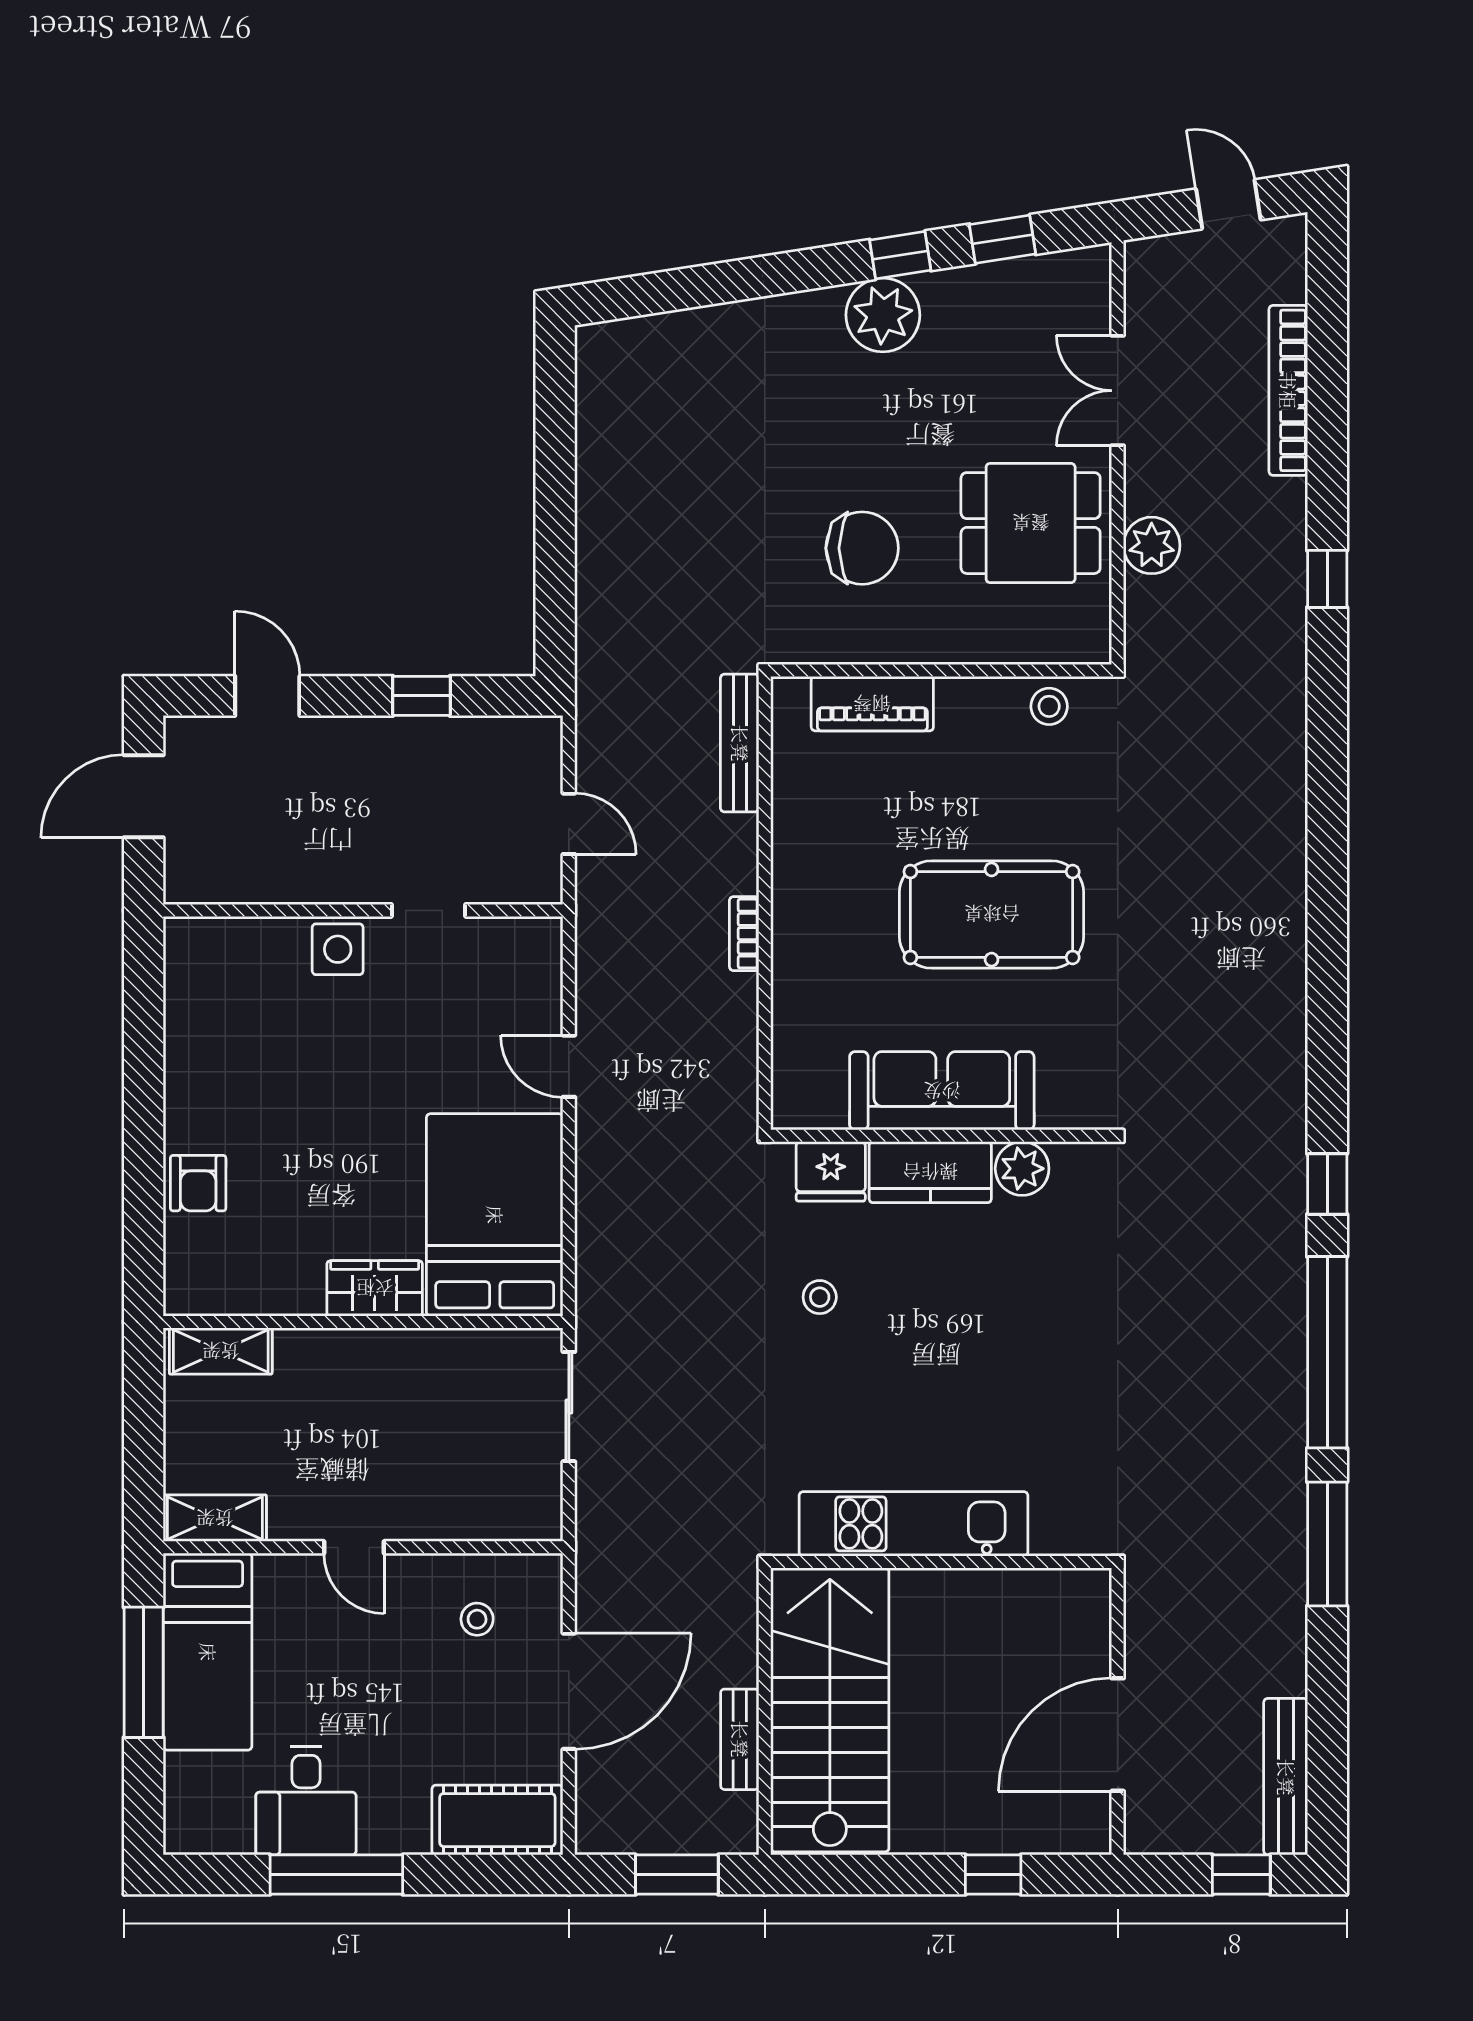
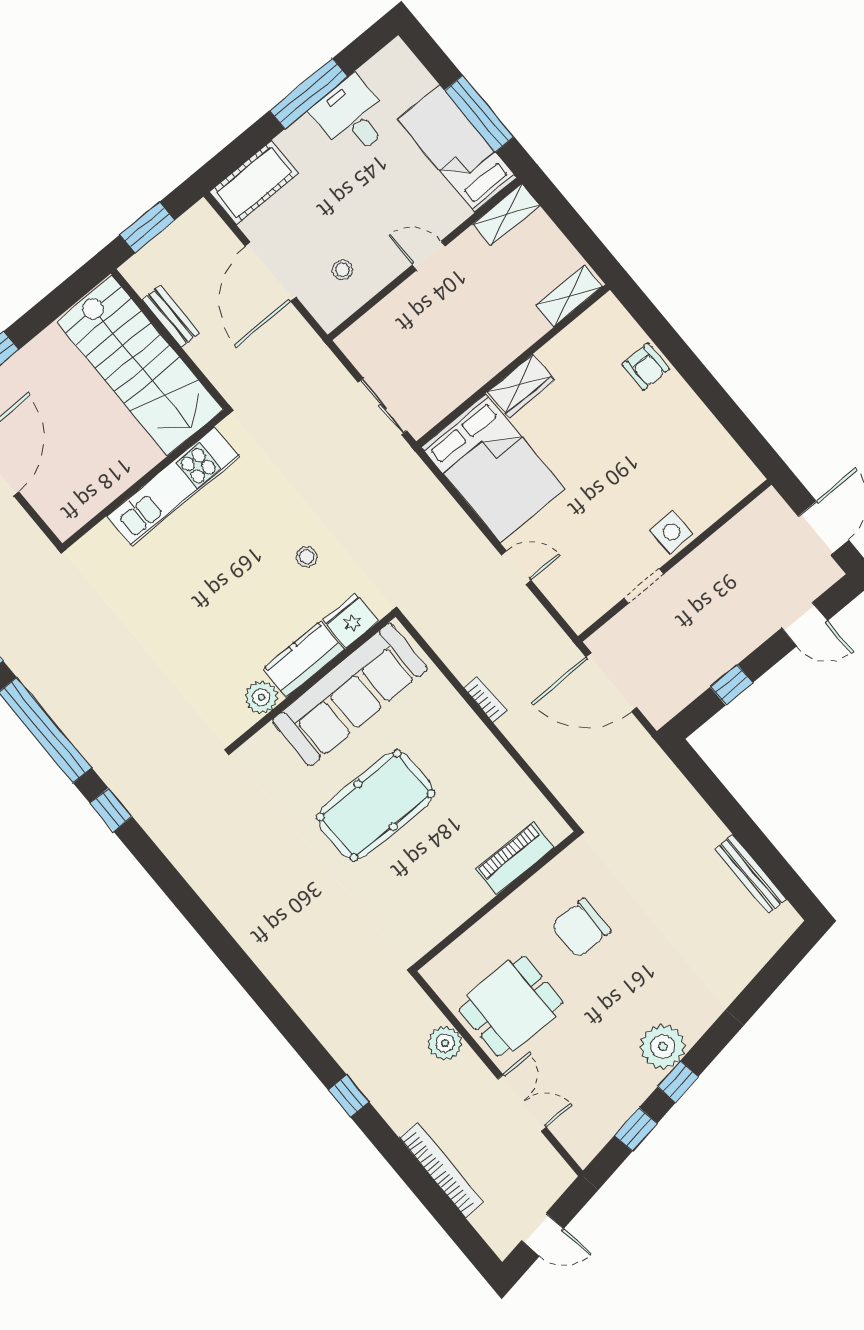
stool: (1049, 706) -> (430, 927), removed
bench: (740, 743) -> (750, 874), moved
door: (569, 824) -> (611, 682), width x1.87
sofa: (942, 1091) -> (350, 694), width x1.36, depth x1.27
armchair: (198, 1183) -> (646, 367), turned 180

